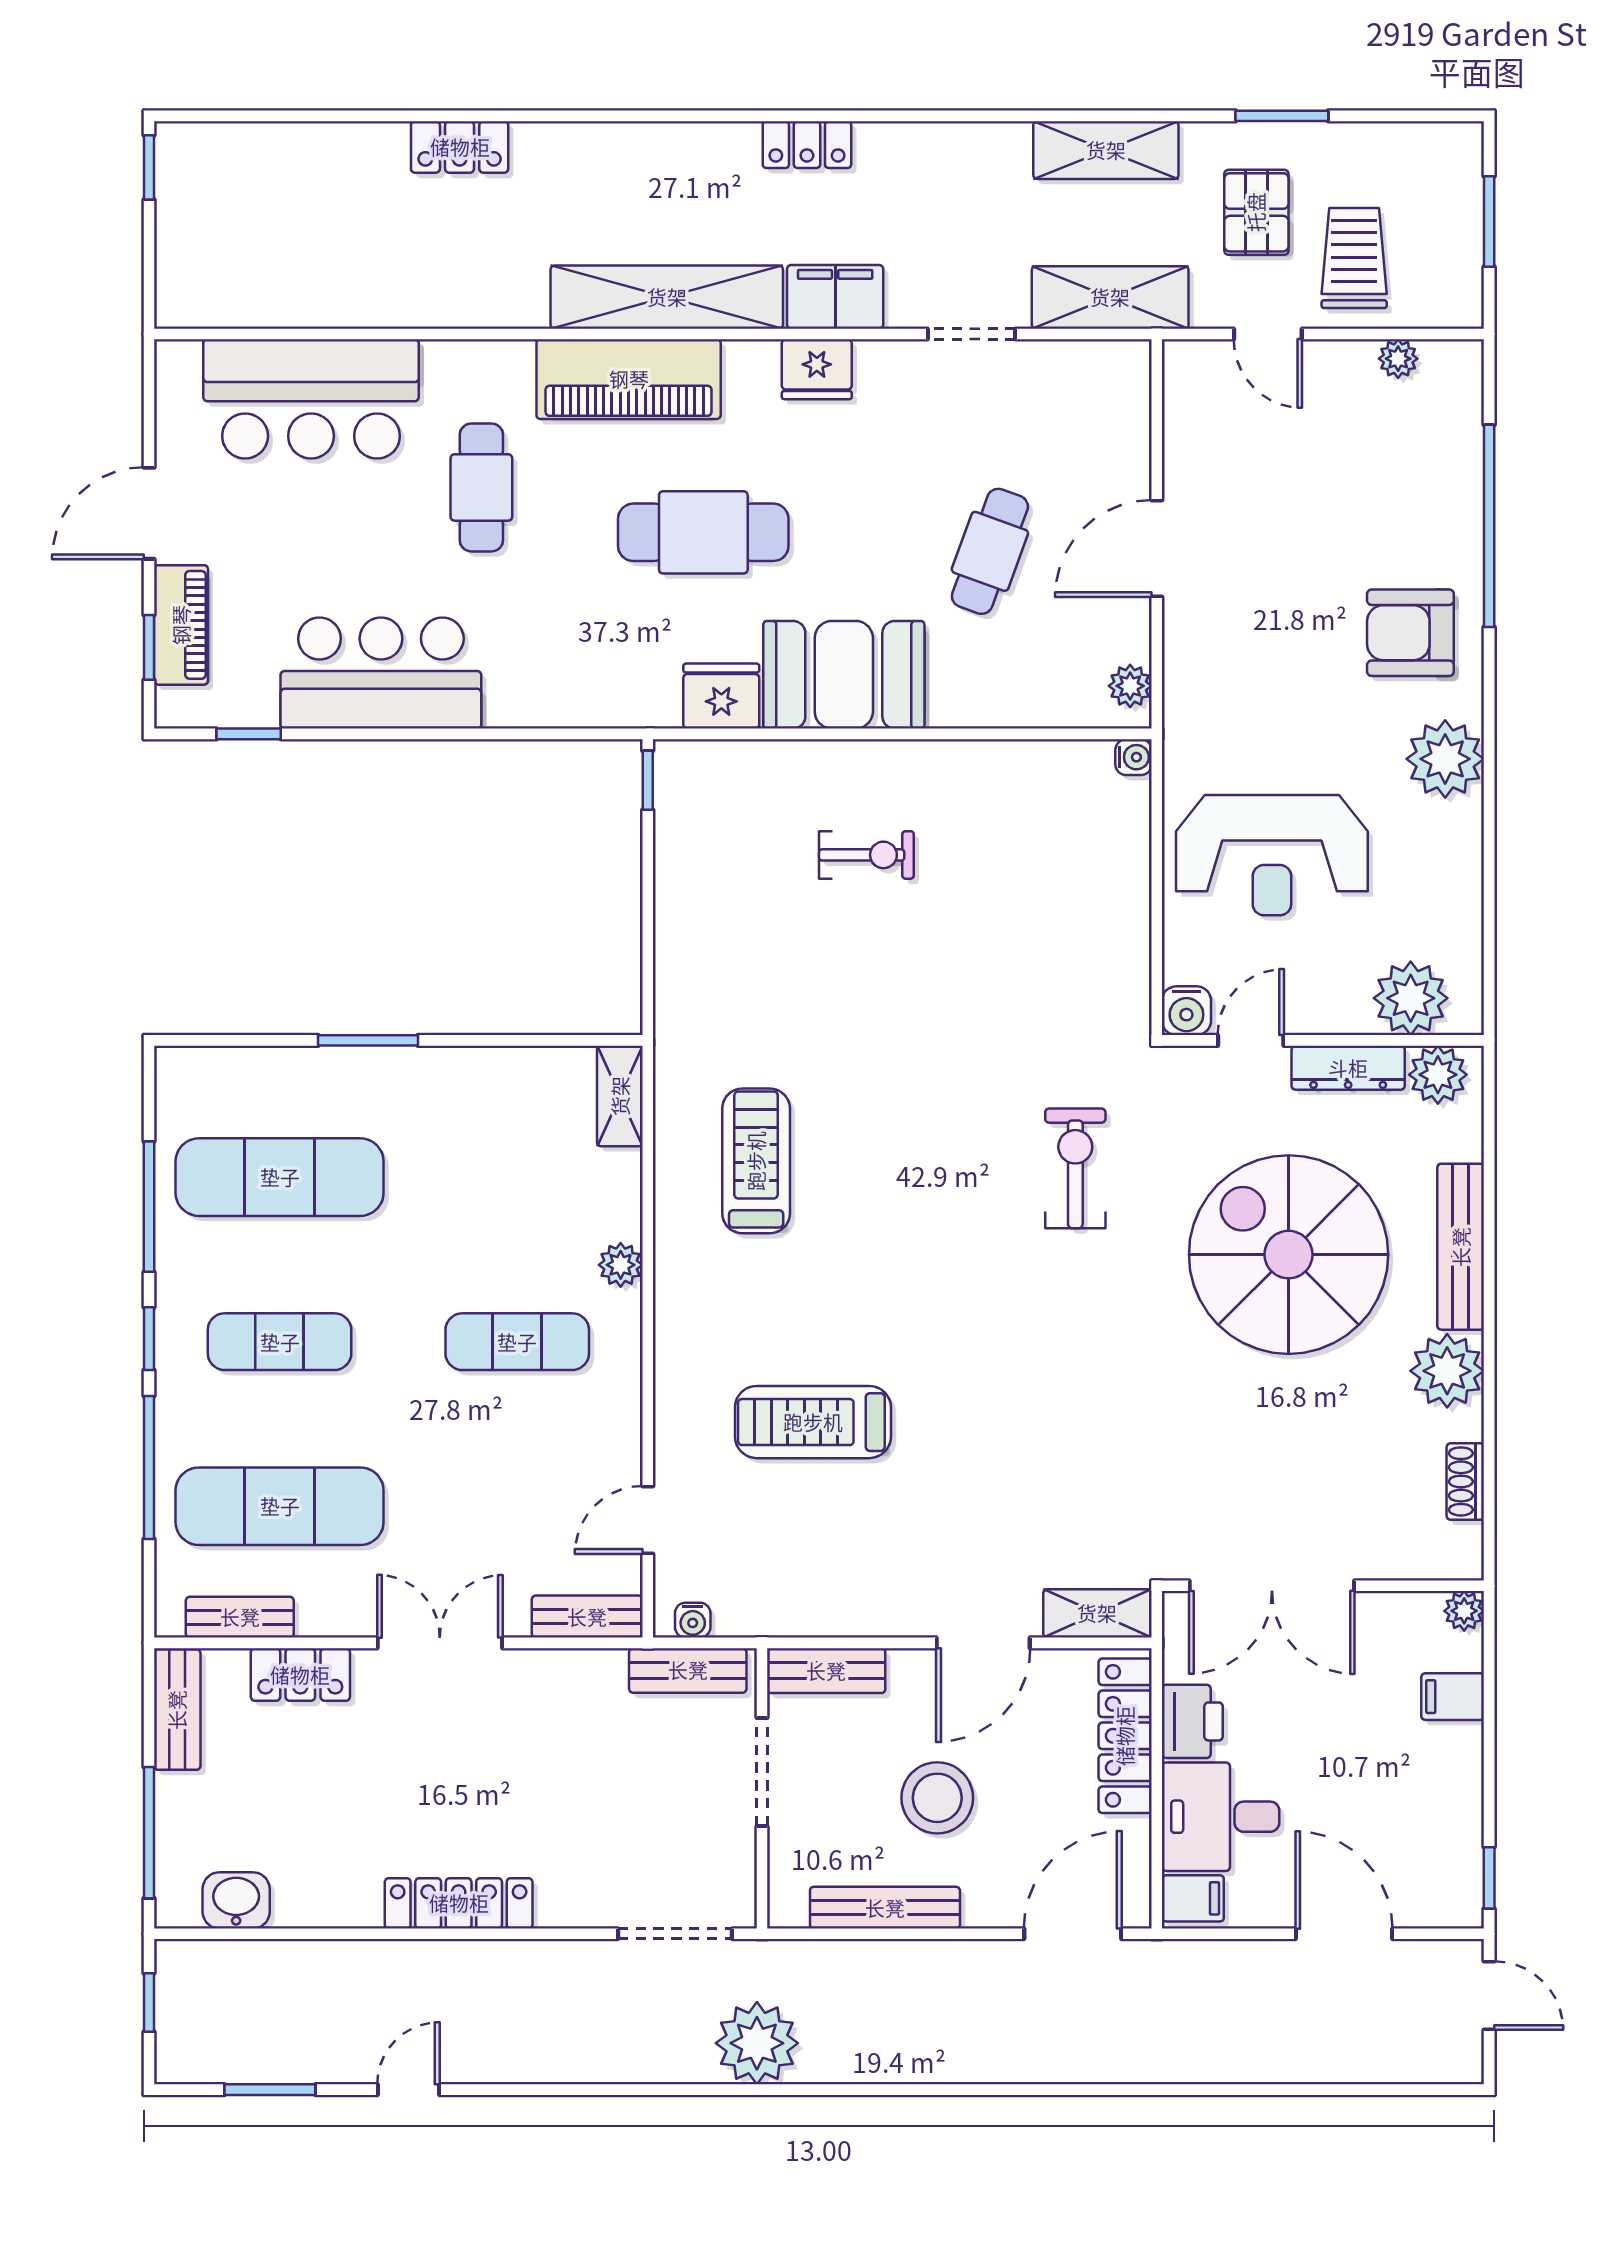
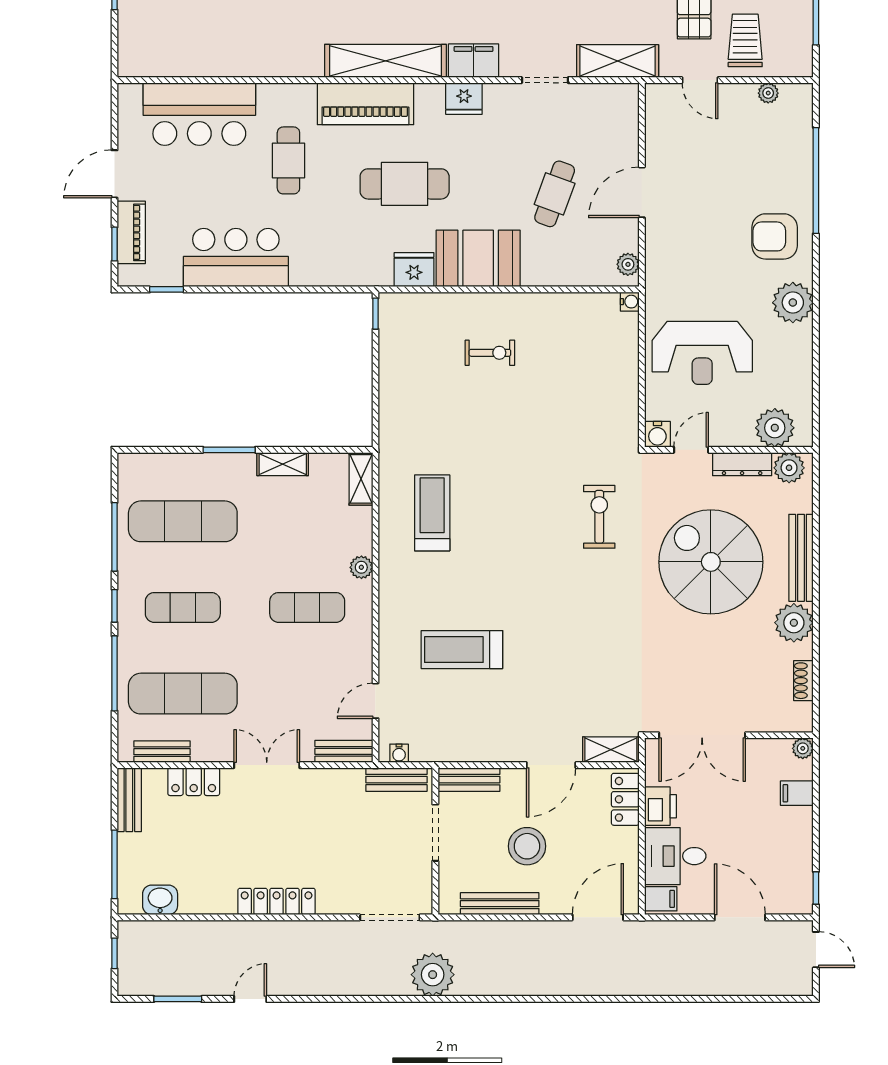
shelving: (470, 1068) -> (283, 464), added
locker: (1125, 1736) -> (625, 799), width x0.66

